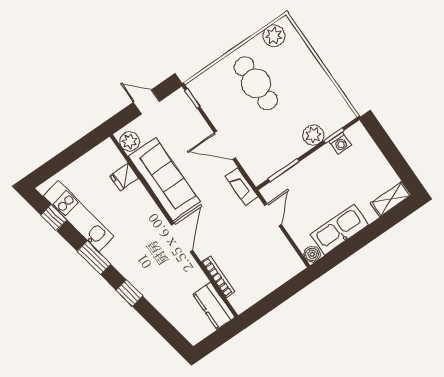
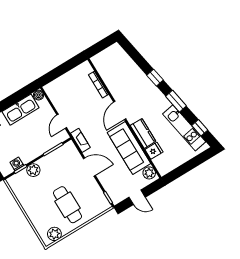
kitchen counter: (214, 306) -> (143, 133), moved

